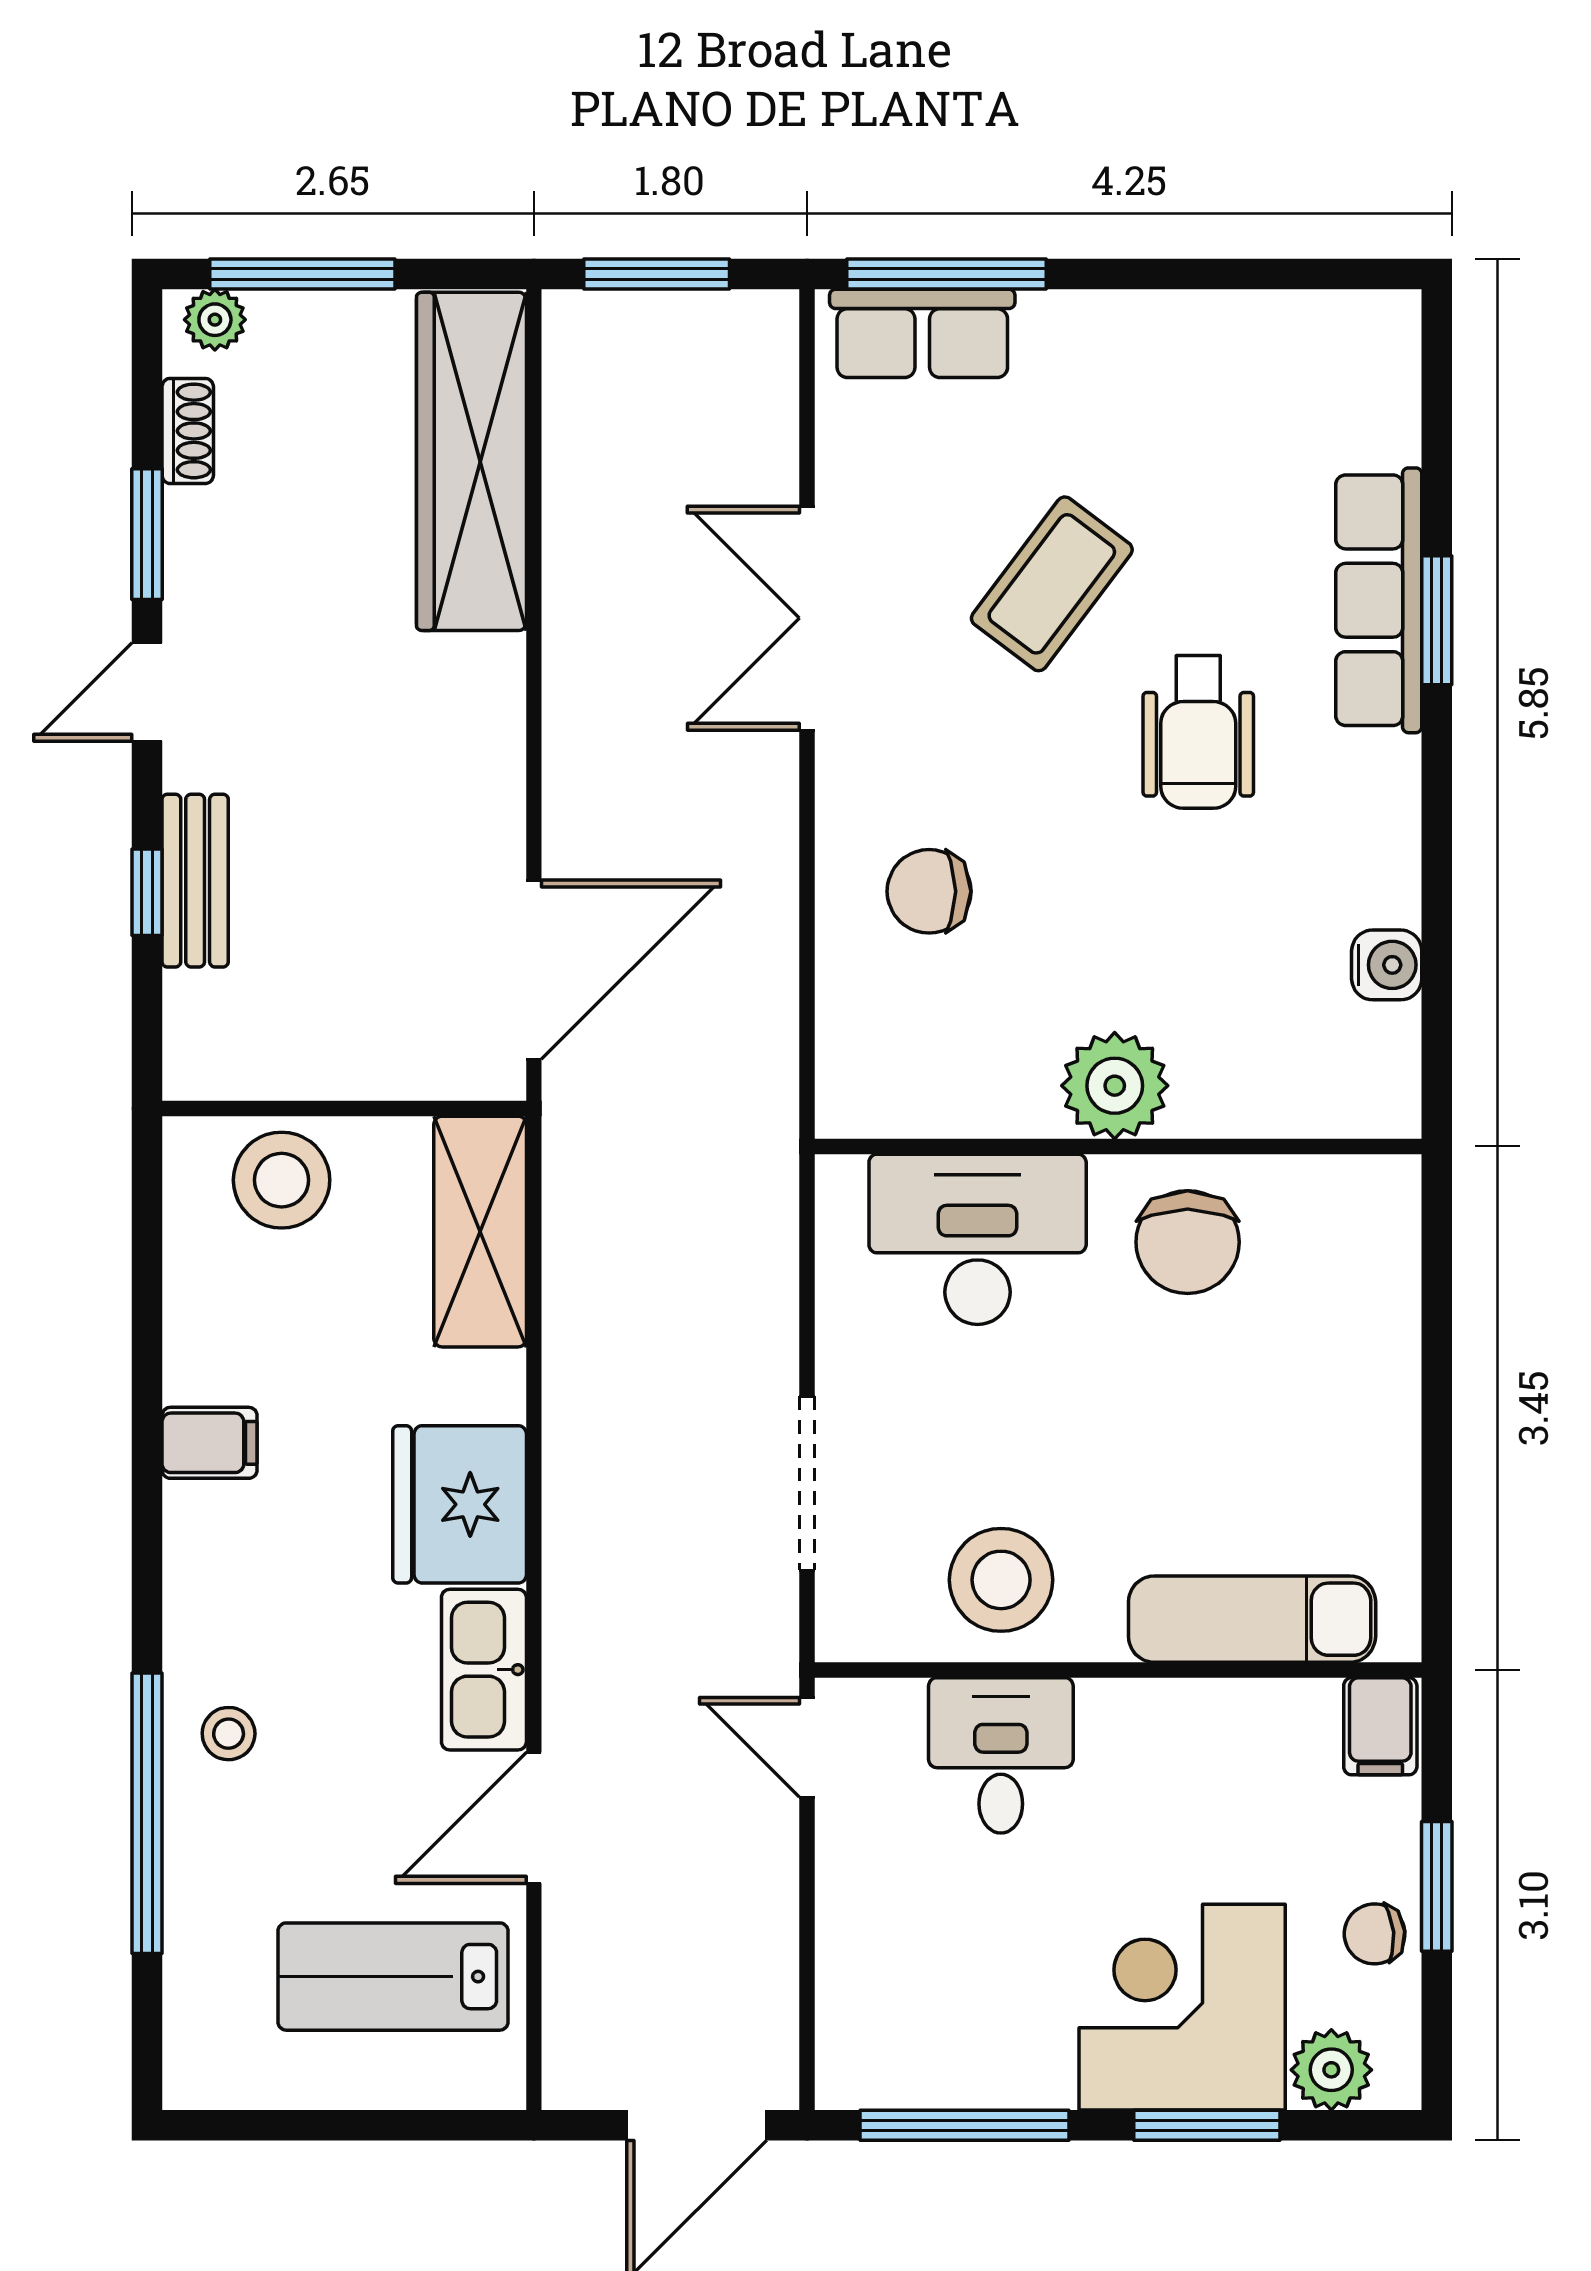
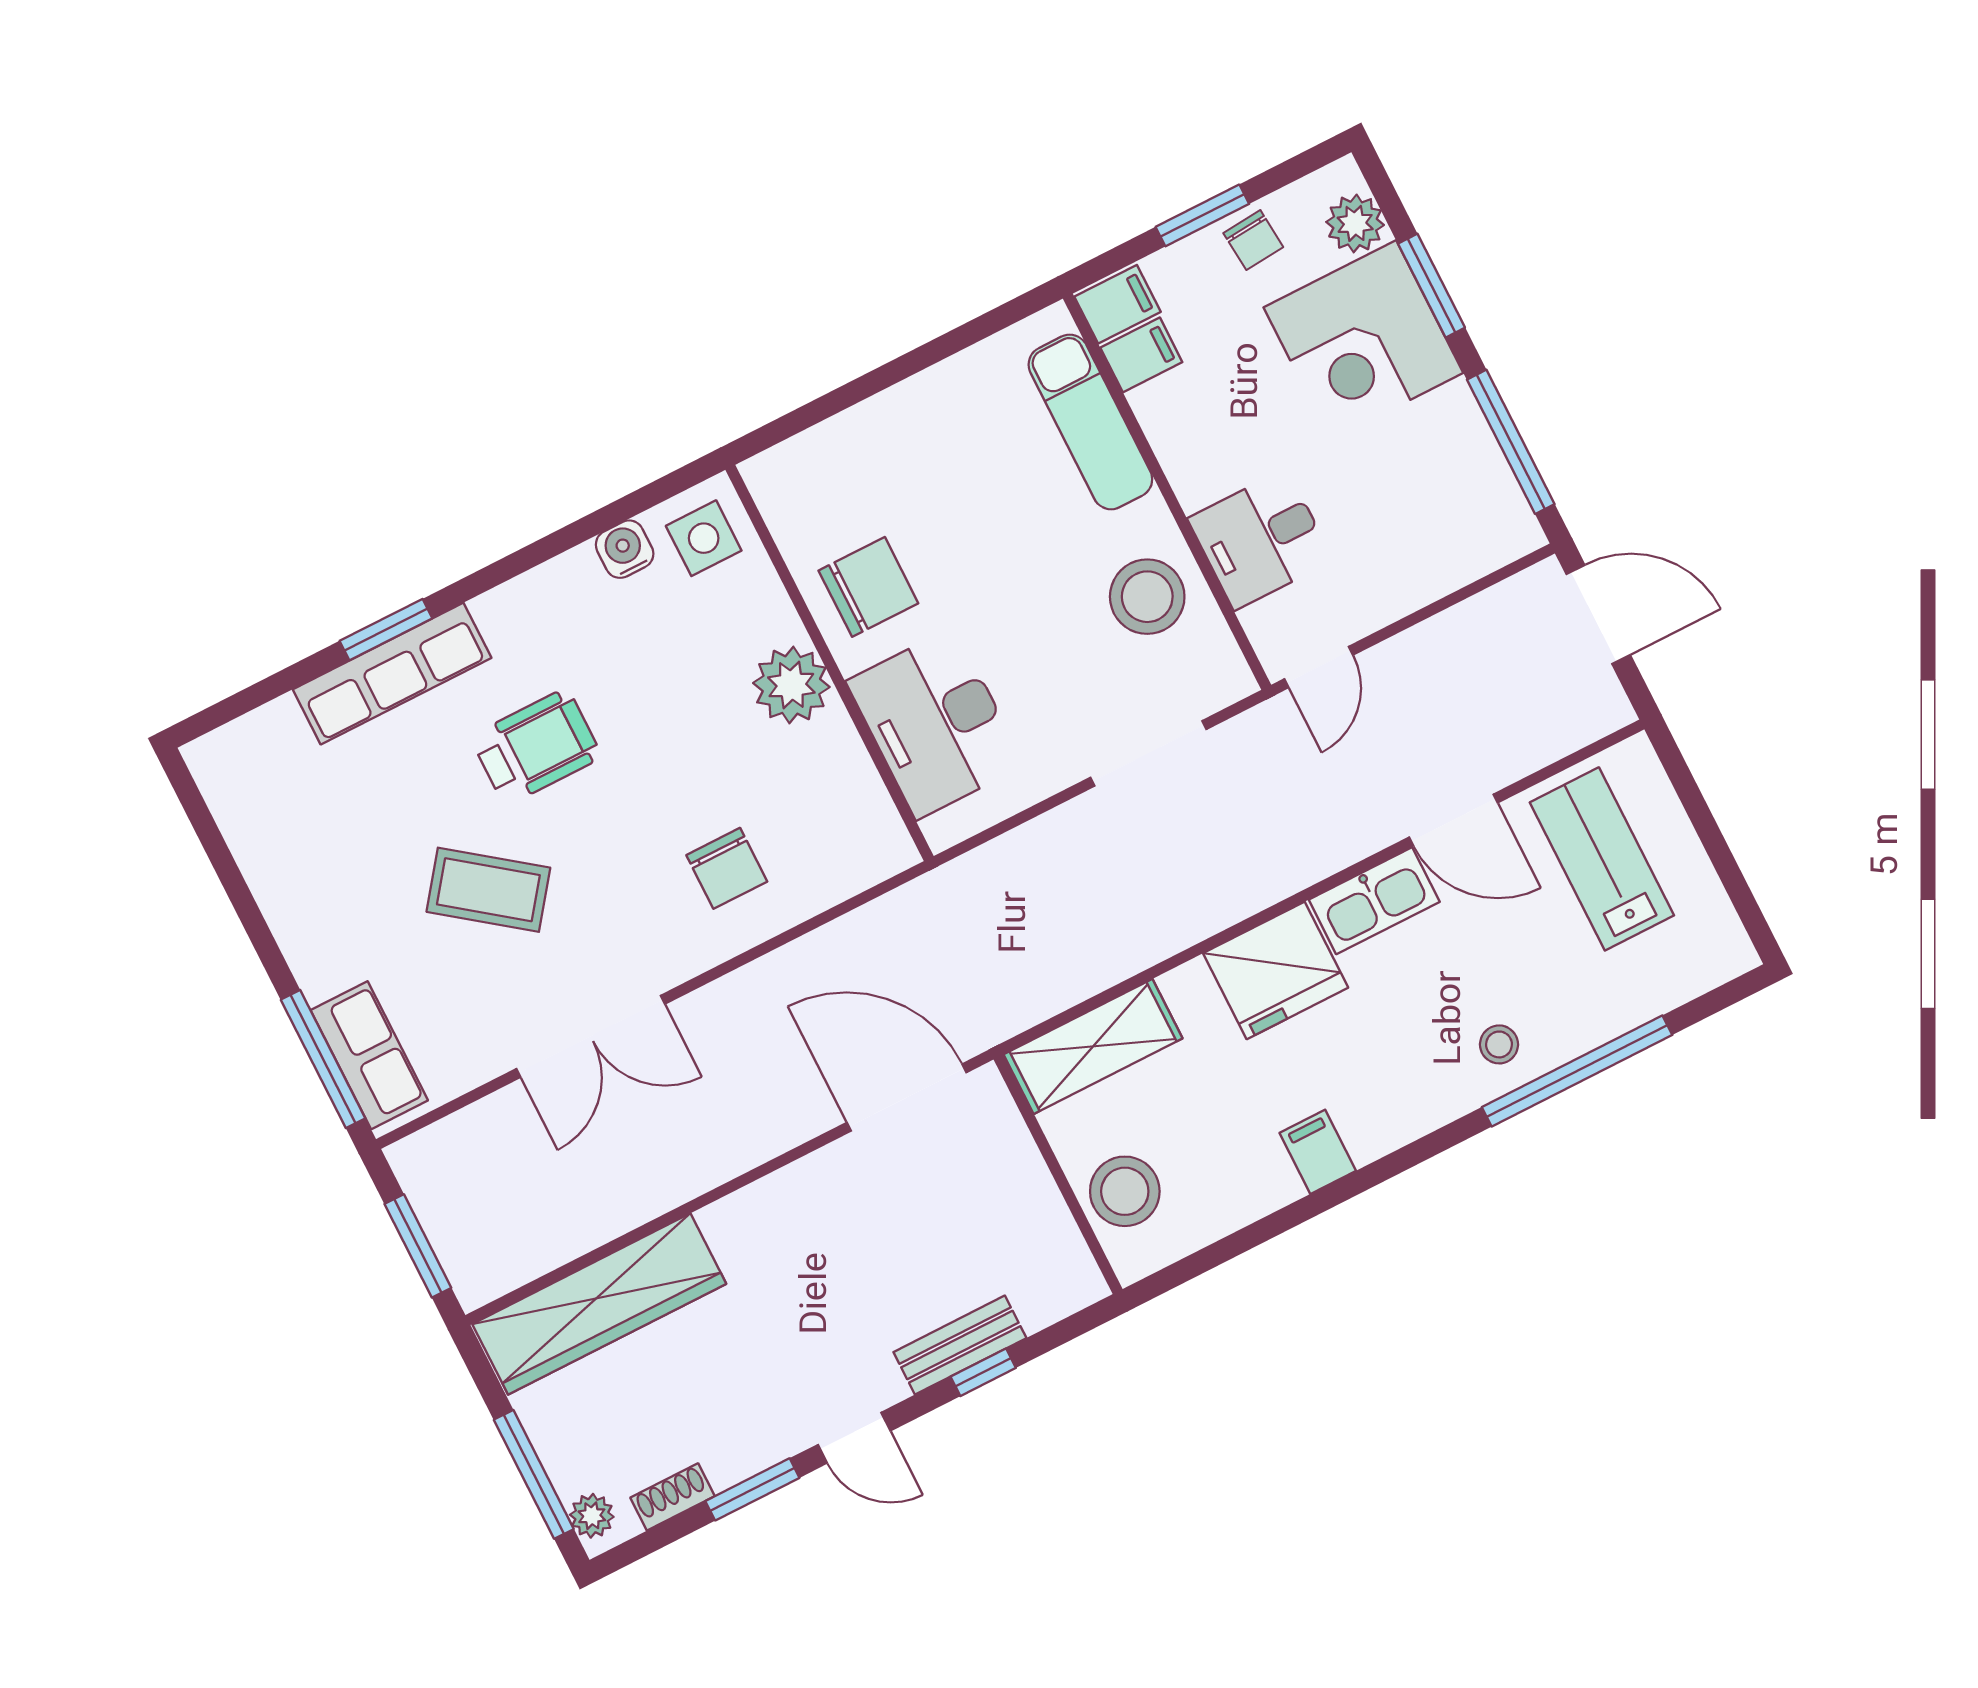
side table: (1351, 1069) -> (704, 538), added
filing cabinet: (1303, 1724) -> (1141, 355), added
lab bench: (393, 1977) -> (1602, 859), turned 180

